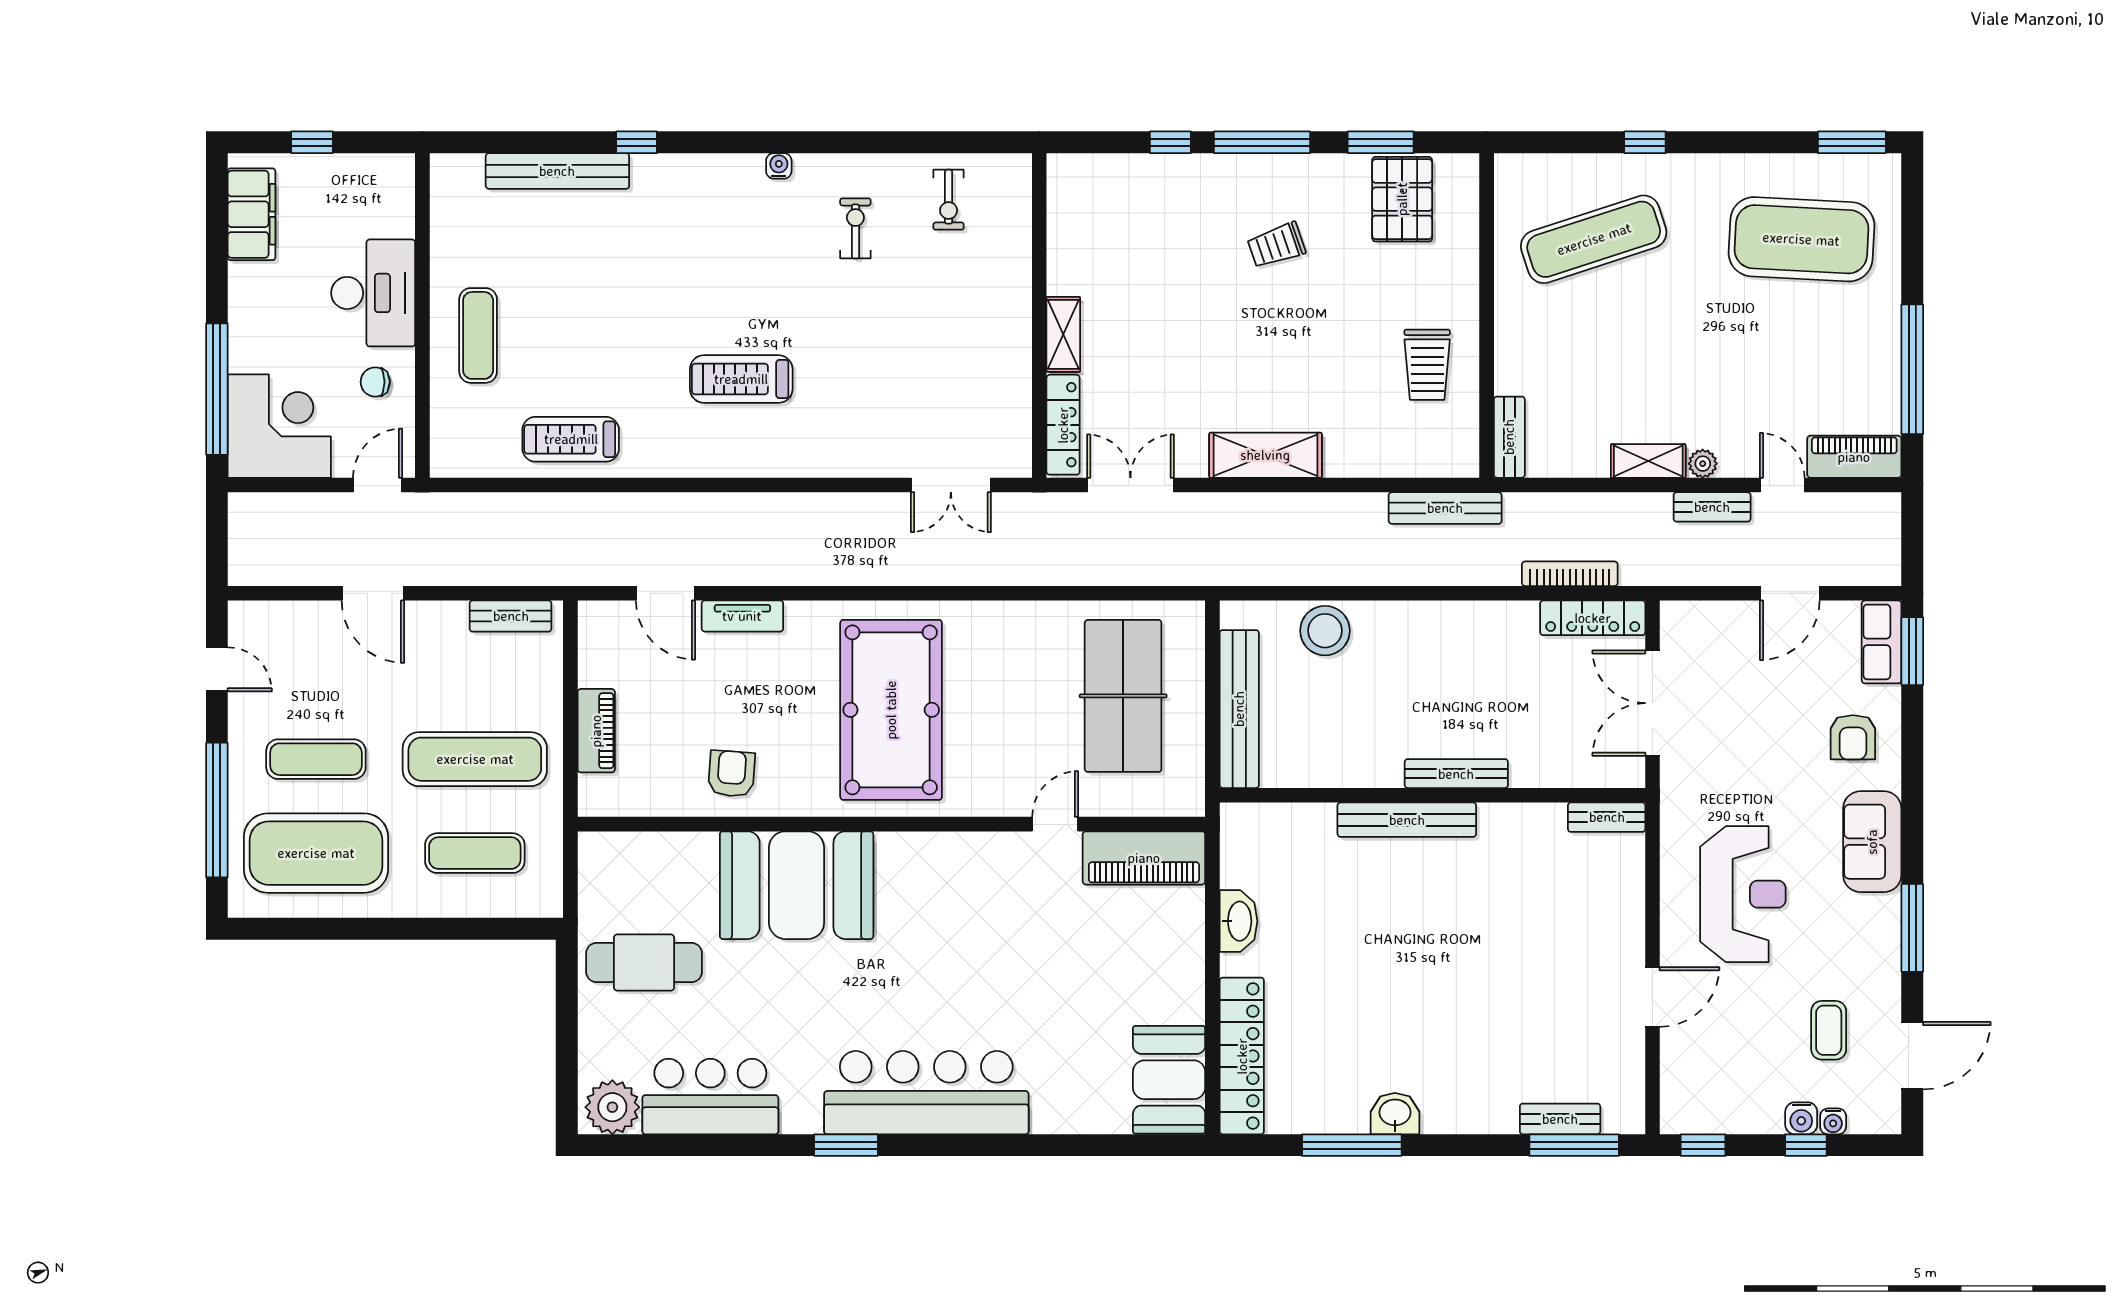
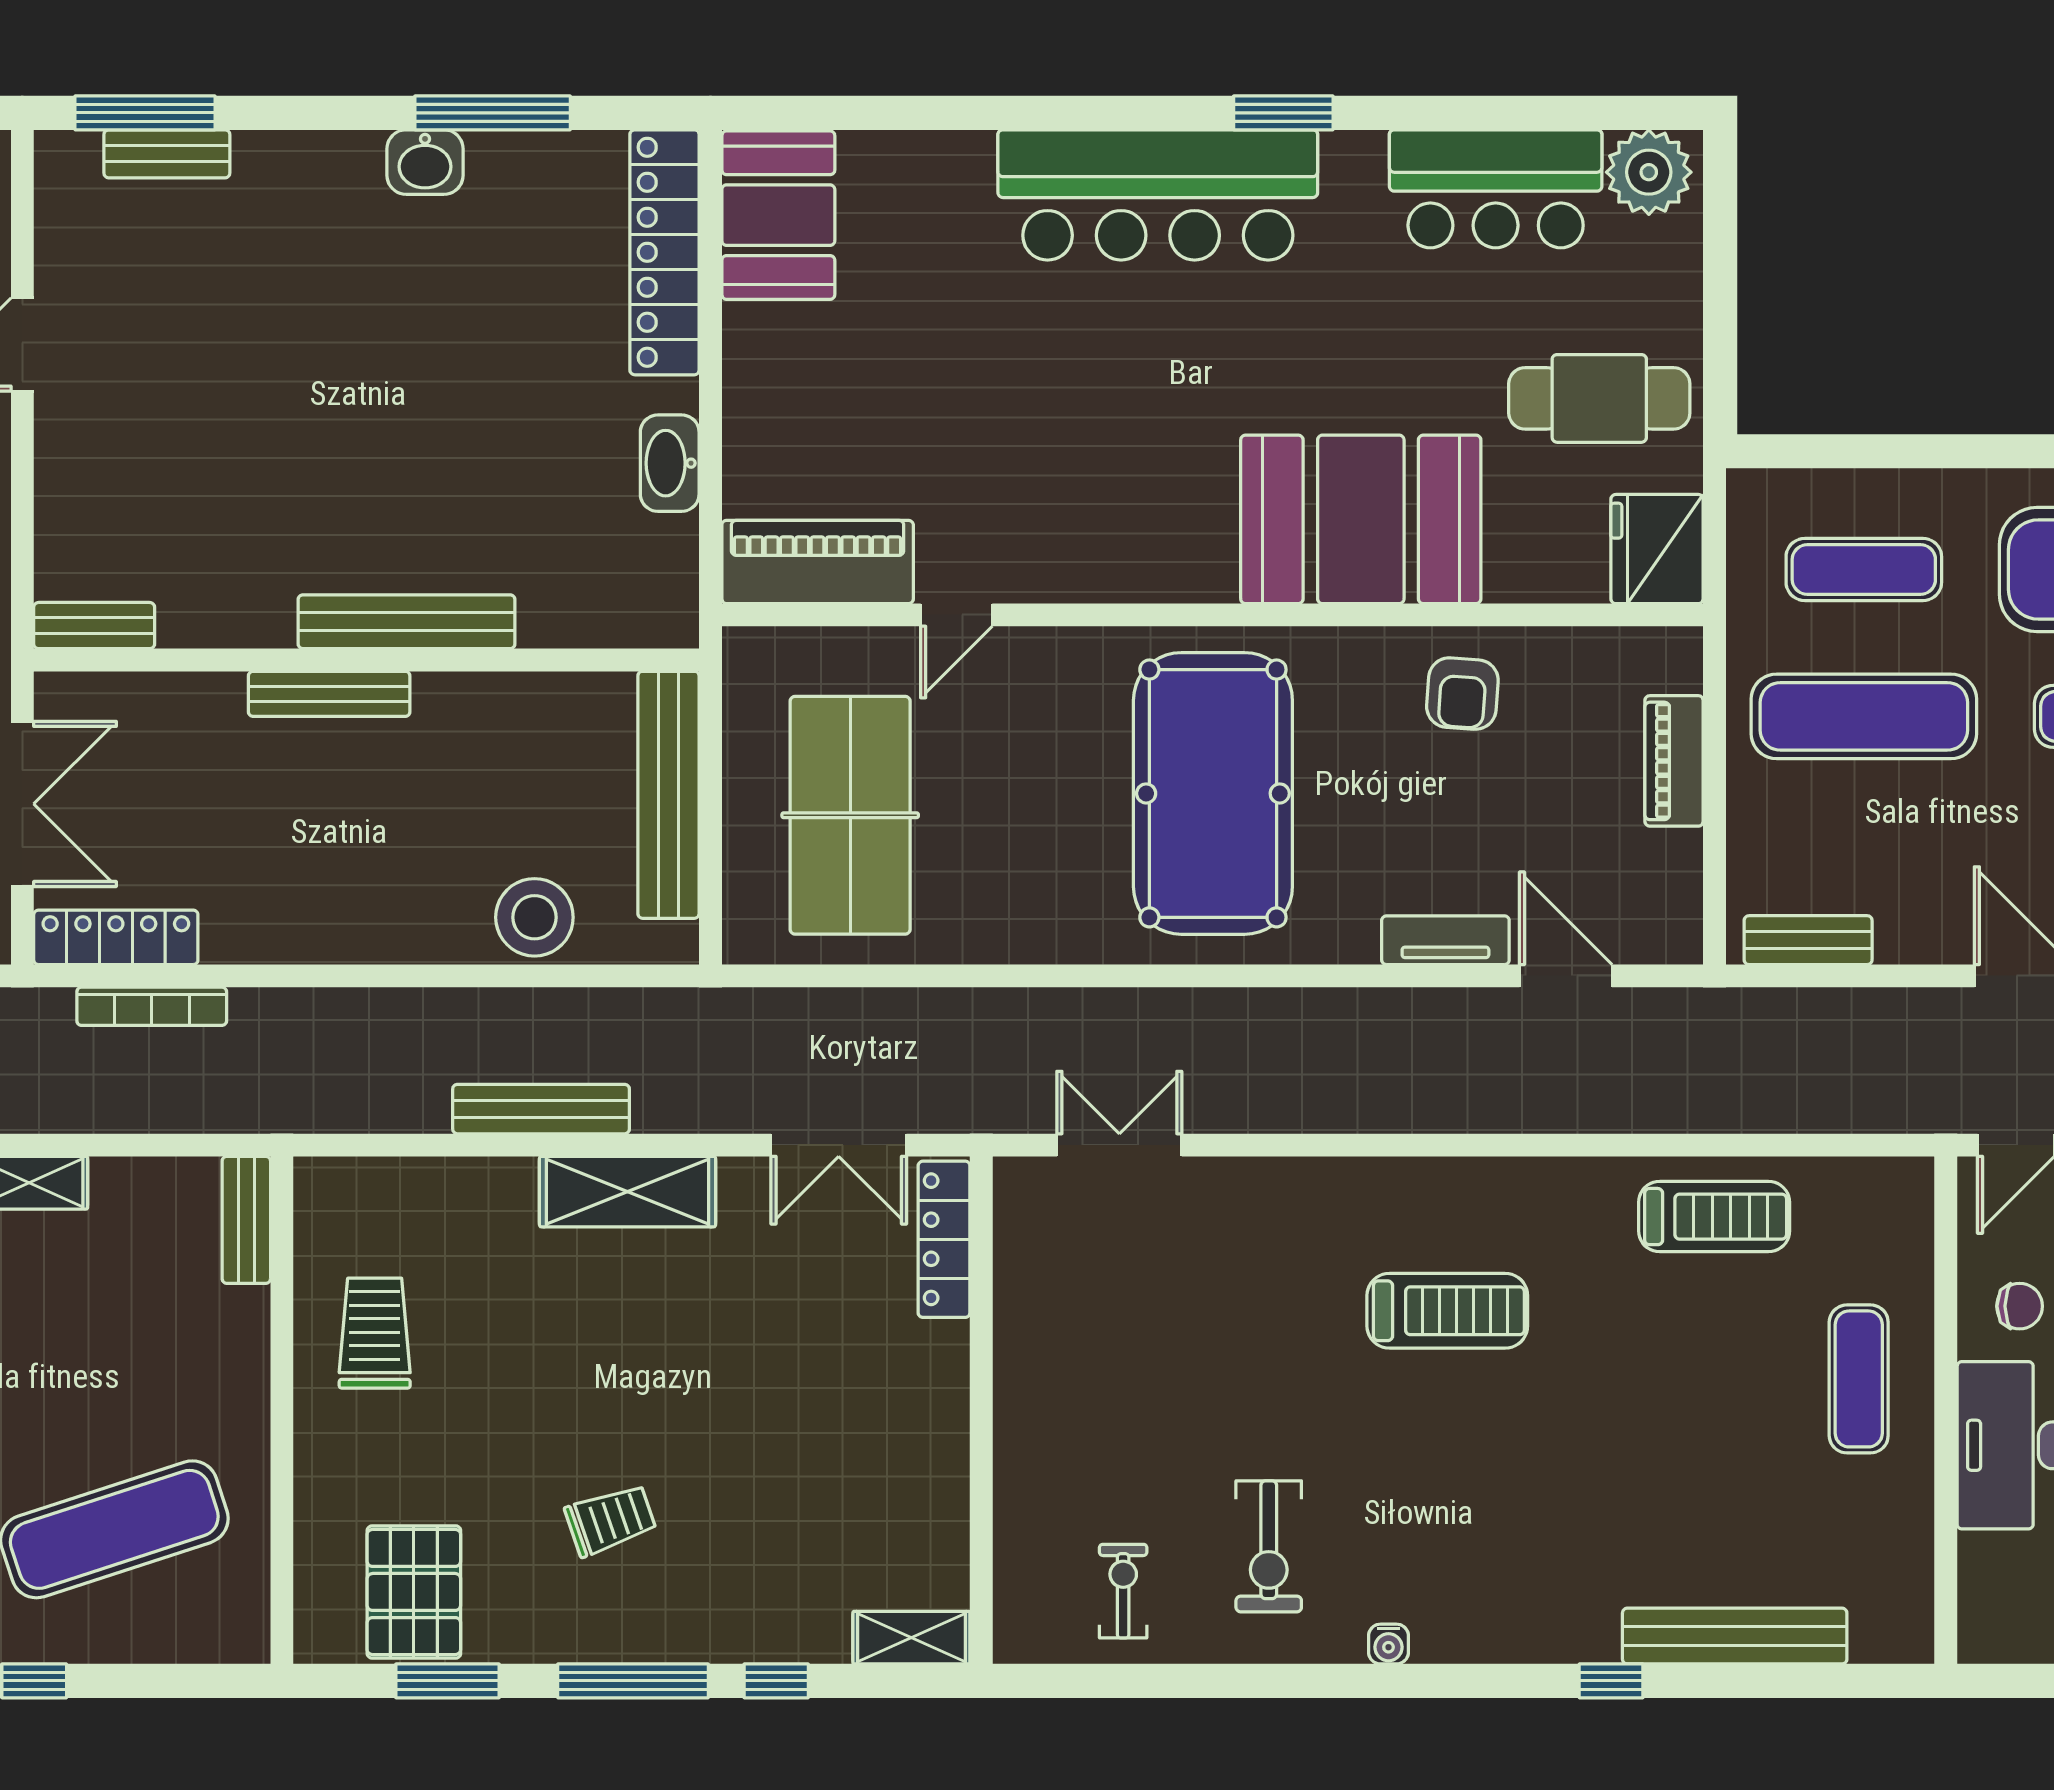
exercise bike: (855, 228) -> (1269, 1546), width x1.38, depth x1.39
shelving: (1063, 334) -> (911, 1638), moved, turned 90
bench: (1445, 508) -> (541, 1109), moved
fridge: (607, 866) -> (1657, 549), added

